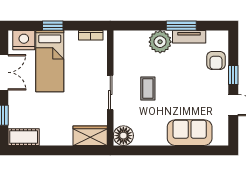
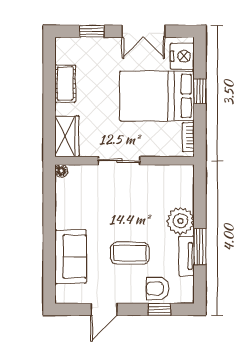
bed: (50, 61) -> (157, 96), width x1.50
window: (233, 75) -> (159, 309), moved
coffee table: (148, 89) -> (130, 253), moved, width x1.36, depth x1.30
floor lamp: (123, 136) -> (61, 171), width x0.53, depth x0.53
cot: (24, 137) -> (65, 84), moved

